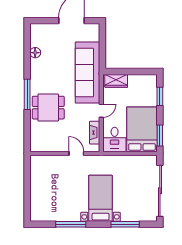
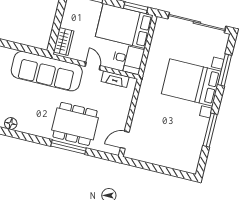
window: (27, 94) -> (68, 147), moved
dining table: (48, 108) -> (75, 124), width x1.38
door: (76, 153) -> (125, 140), moved
bed with nightstands: (101, 198) -> (191, 82), width x1.36

